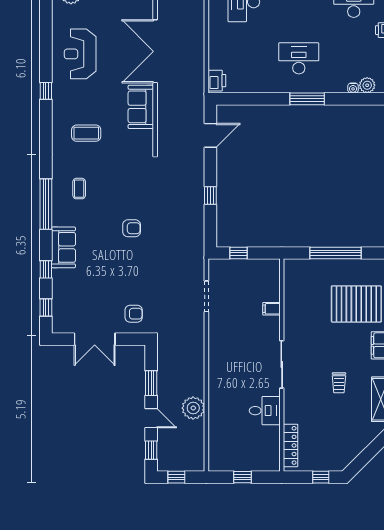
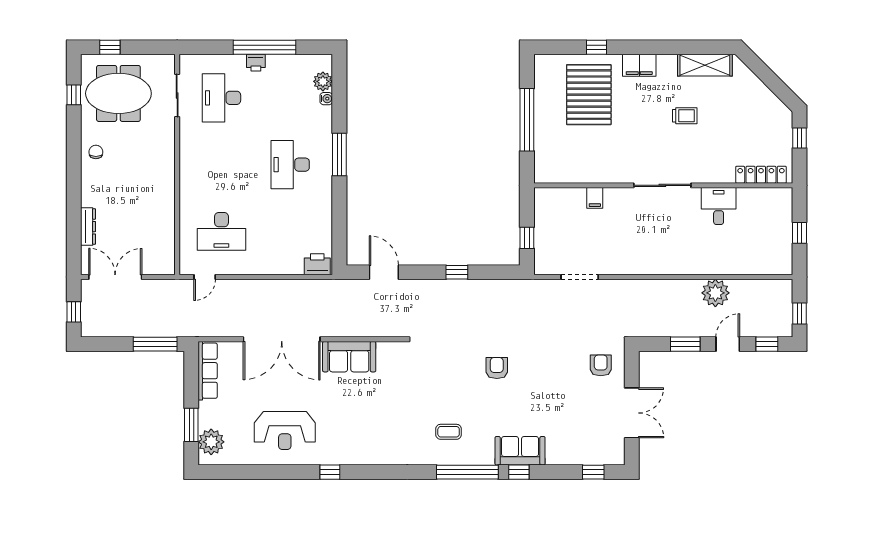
coffee table: (86, 133) -> (381, 423), removed
window: (46, 269) -> (519, 472), moved

